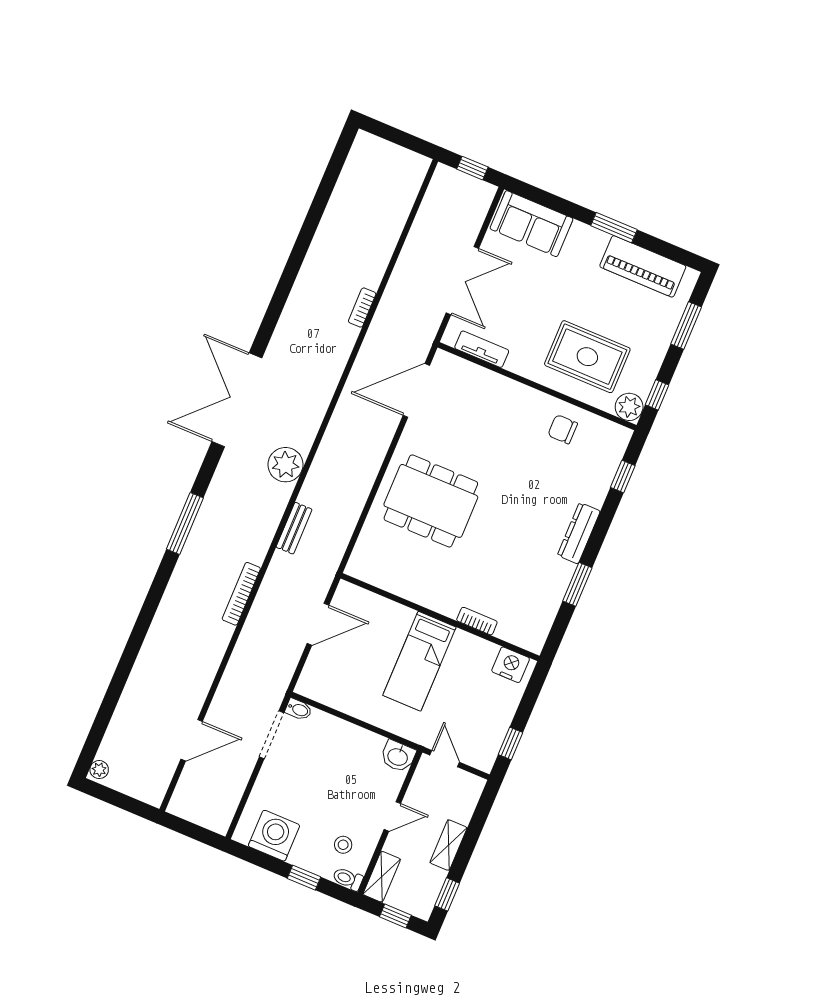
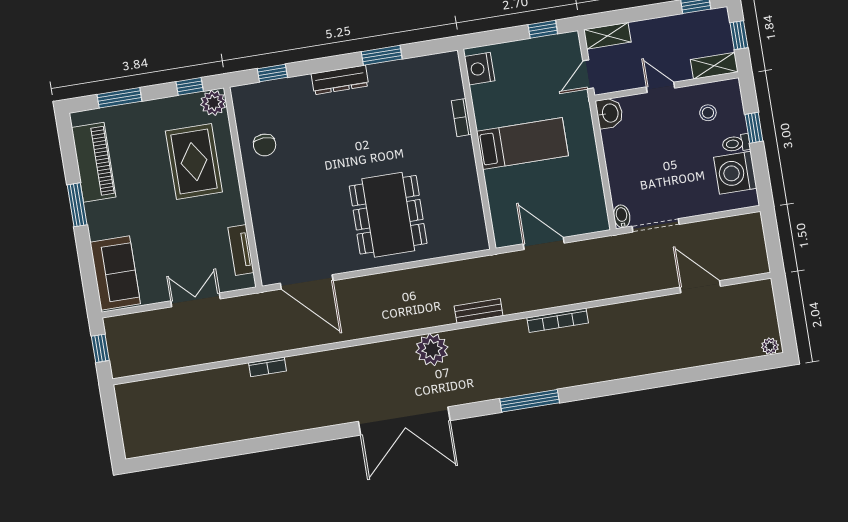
double door: (462, 281) -> (196, 300), width x0.73
shelving: (448, 845) -> (607, 36), moved
toilet: (348, 879) -> (736, 143), moved, turned 90

